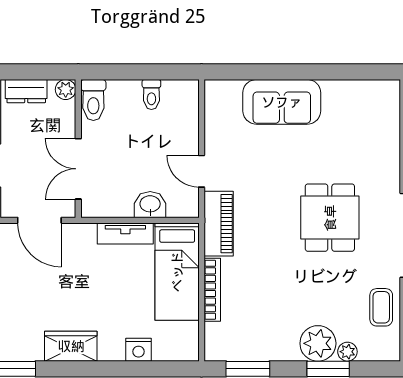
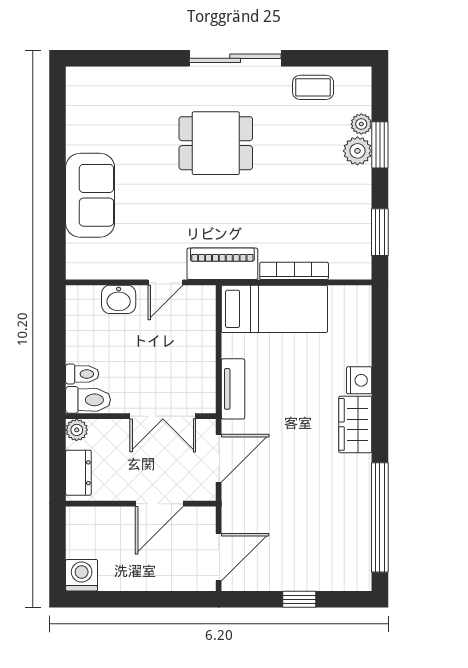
toilet: (151, 95) -> (82, 374), moved
washbasin: (150, 205) -> (119, 299), moved, turned -90
tv unit: (125, 233) -> (233, 389), moved
plant: (318, 343) -> (357, 151), width x0.73, depth x0.73
nightstand: (138, 350) -> (359, 380), moved

